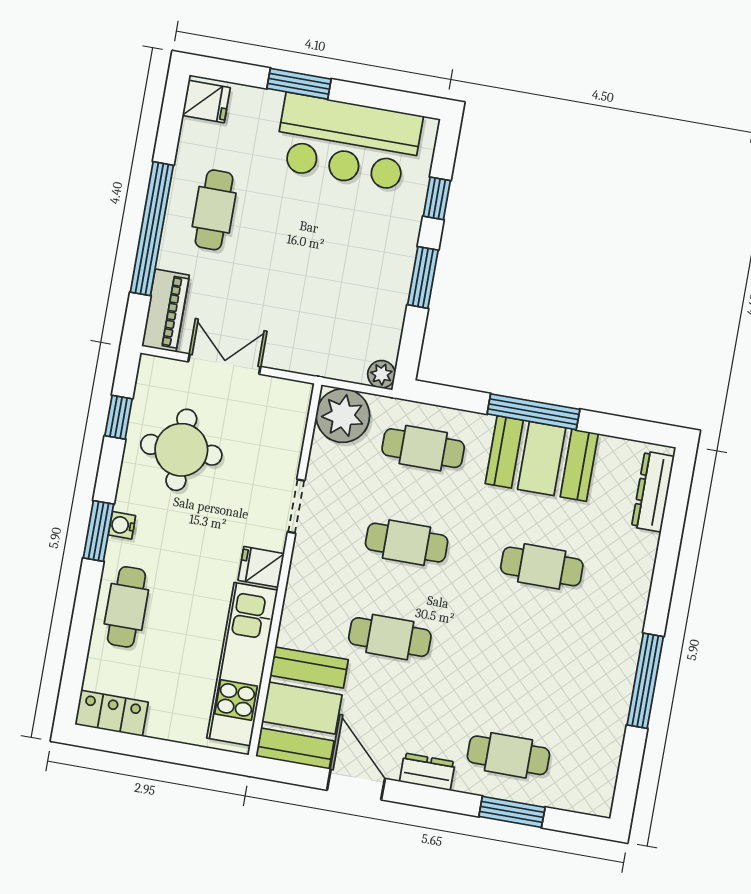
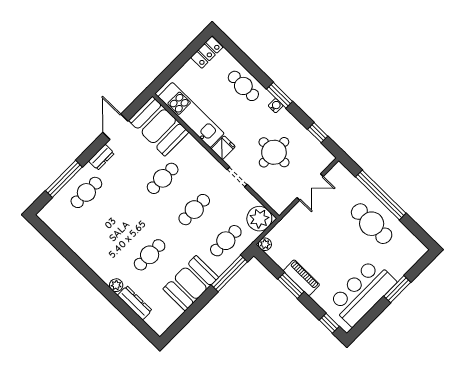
fridge: (206, 102) -> (415, 249), removed
window: (437, 198) -> (329, 323), moved
cafe table: (214, 210) -> (372, 224), width x1.37, depth x1.35
piano: (165, 311) -> (301, 278), moved, turned 180
window: (533, 412) -> (229, 273), moved
round table: (181, 450) -> (274, 152), moved
dresser: (653, 492) -> (135, 303), moved
plant: (637, 589) -> (116, 285), added
window: (645, 681) -> (79, 264), removed
door: (356, 784) -> (115, 127), swing flipped
window: (512, 812) -> (64, 179), width x1.44

